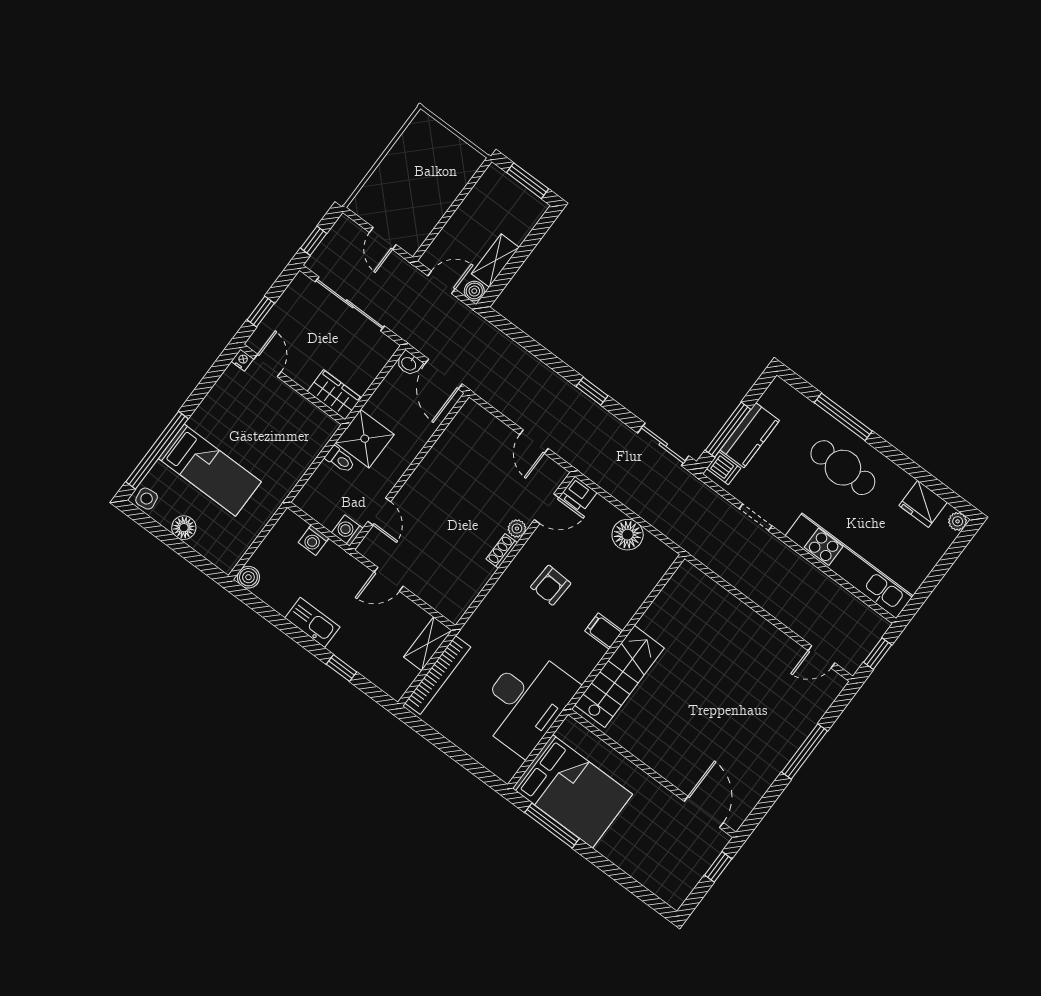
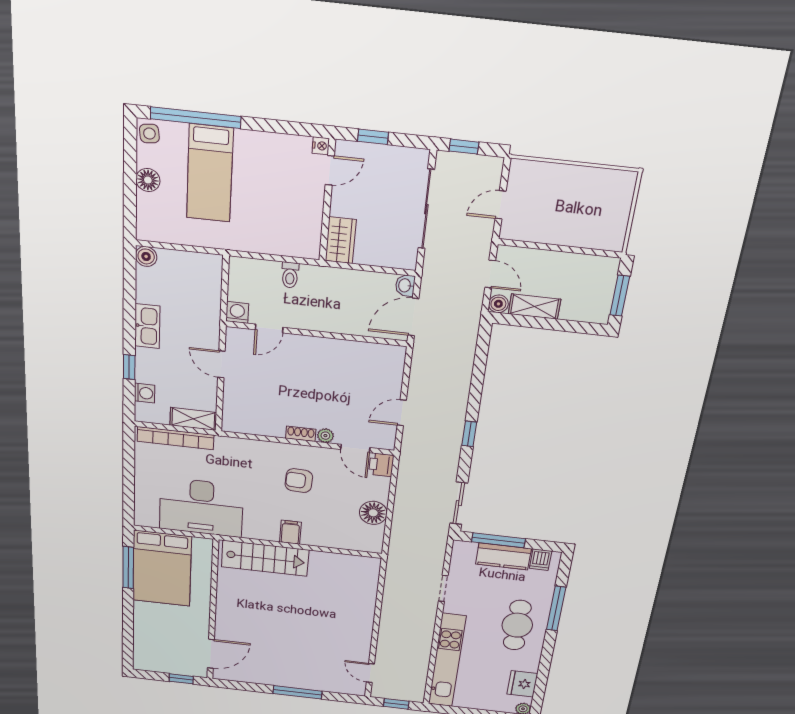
shower: (365, 439) -> (320, 285), removed
dishwasher: (724, 468) -> (541, 560), moved
washing machine: (313, 540) -> (145, 393), moved, turned 180

